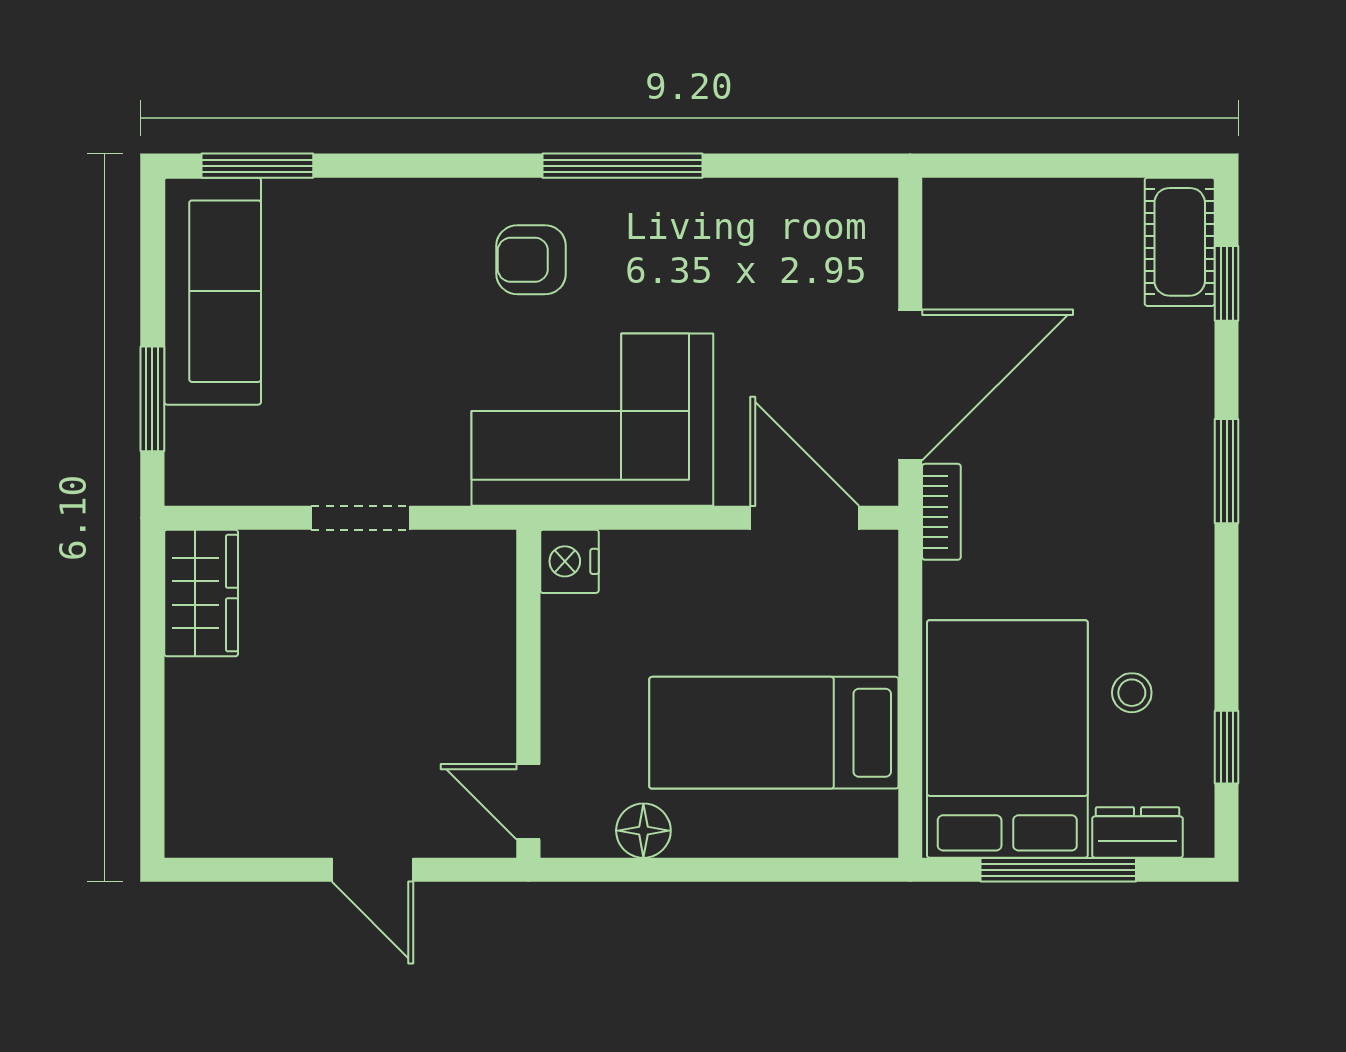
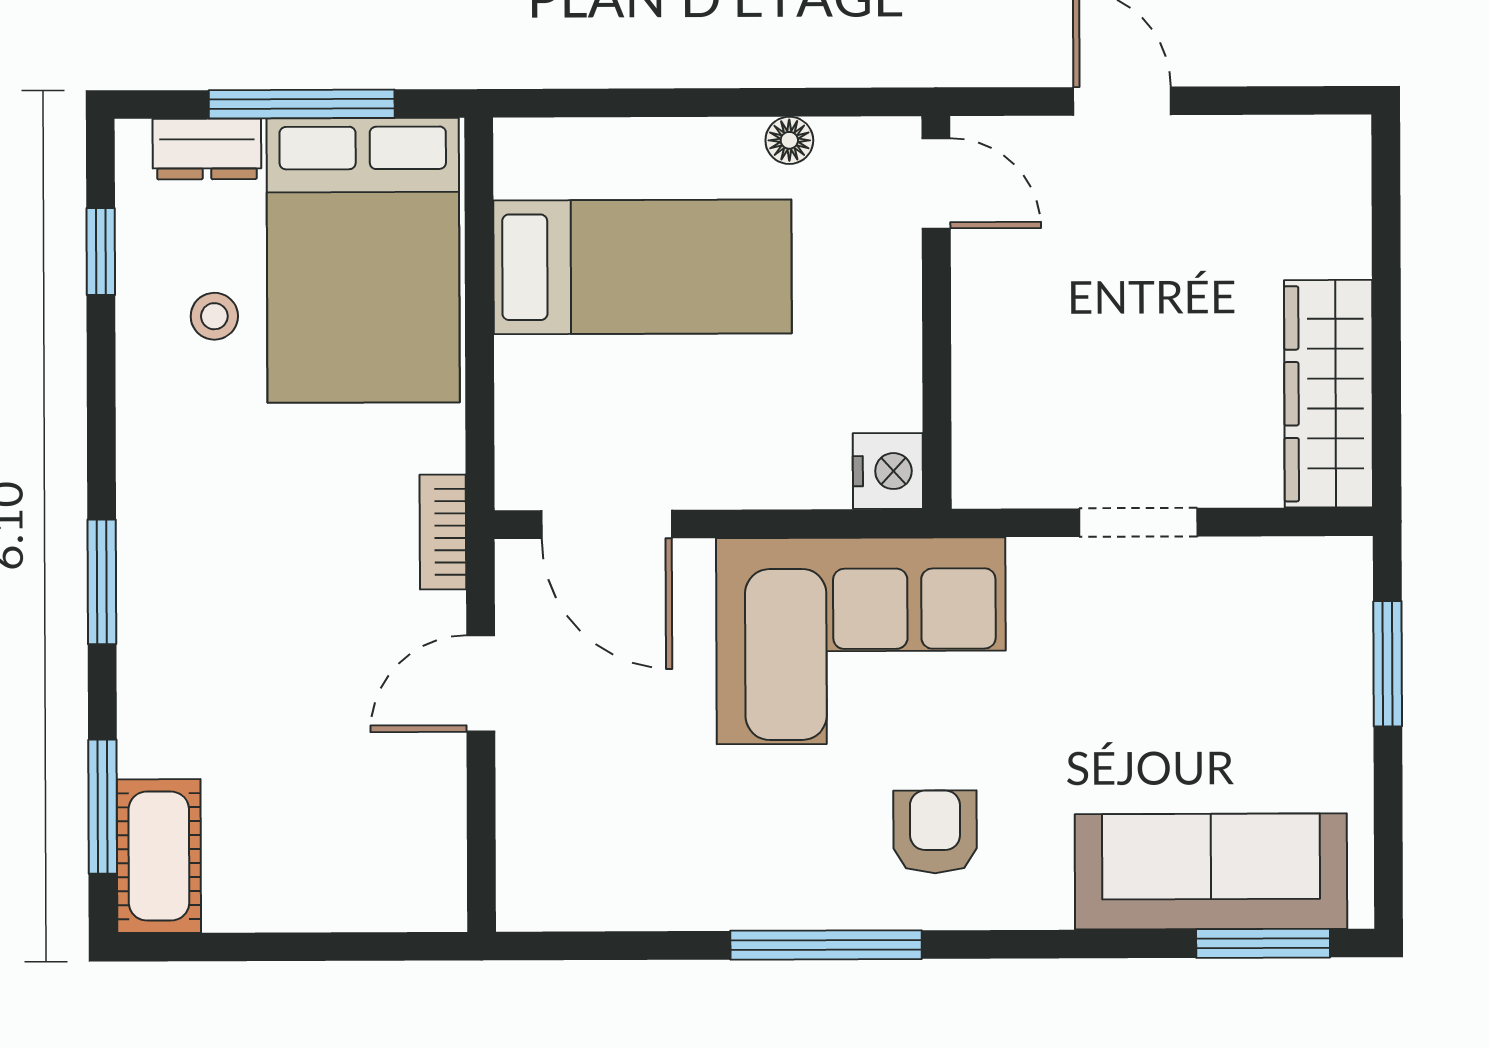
armchair: (531, 260) -> (935, 832), turned -90
window: (1227, 283) -> (103, 807), width x1.50
sofa: (213, 291) -> (1211, 871), moved, turned 90
door: (910, 385) -> (481, 684), width x0.53
wardrobe: (201, 593) -> (1328, 394), width x1.50
floor lamp: (643, 831) -> (789, 140), width x0.73, depth x0.73

